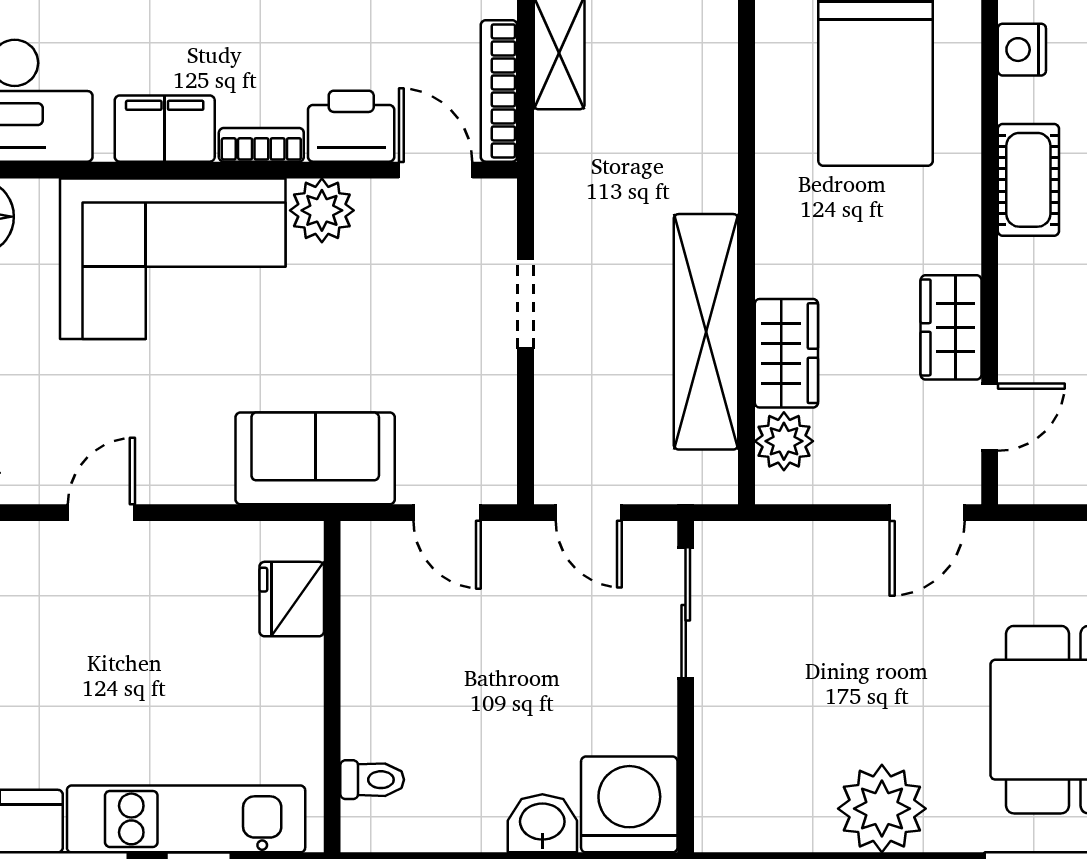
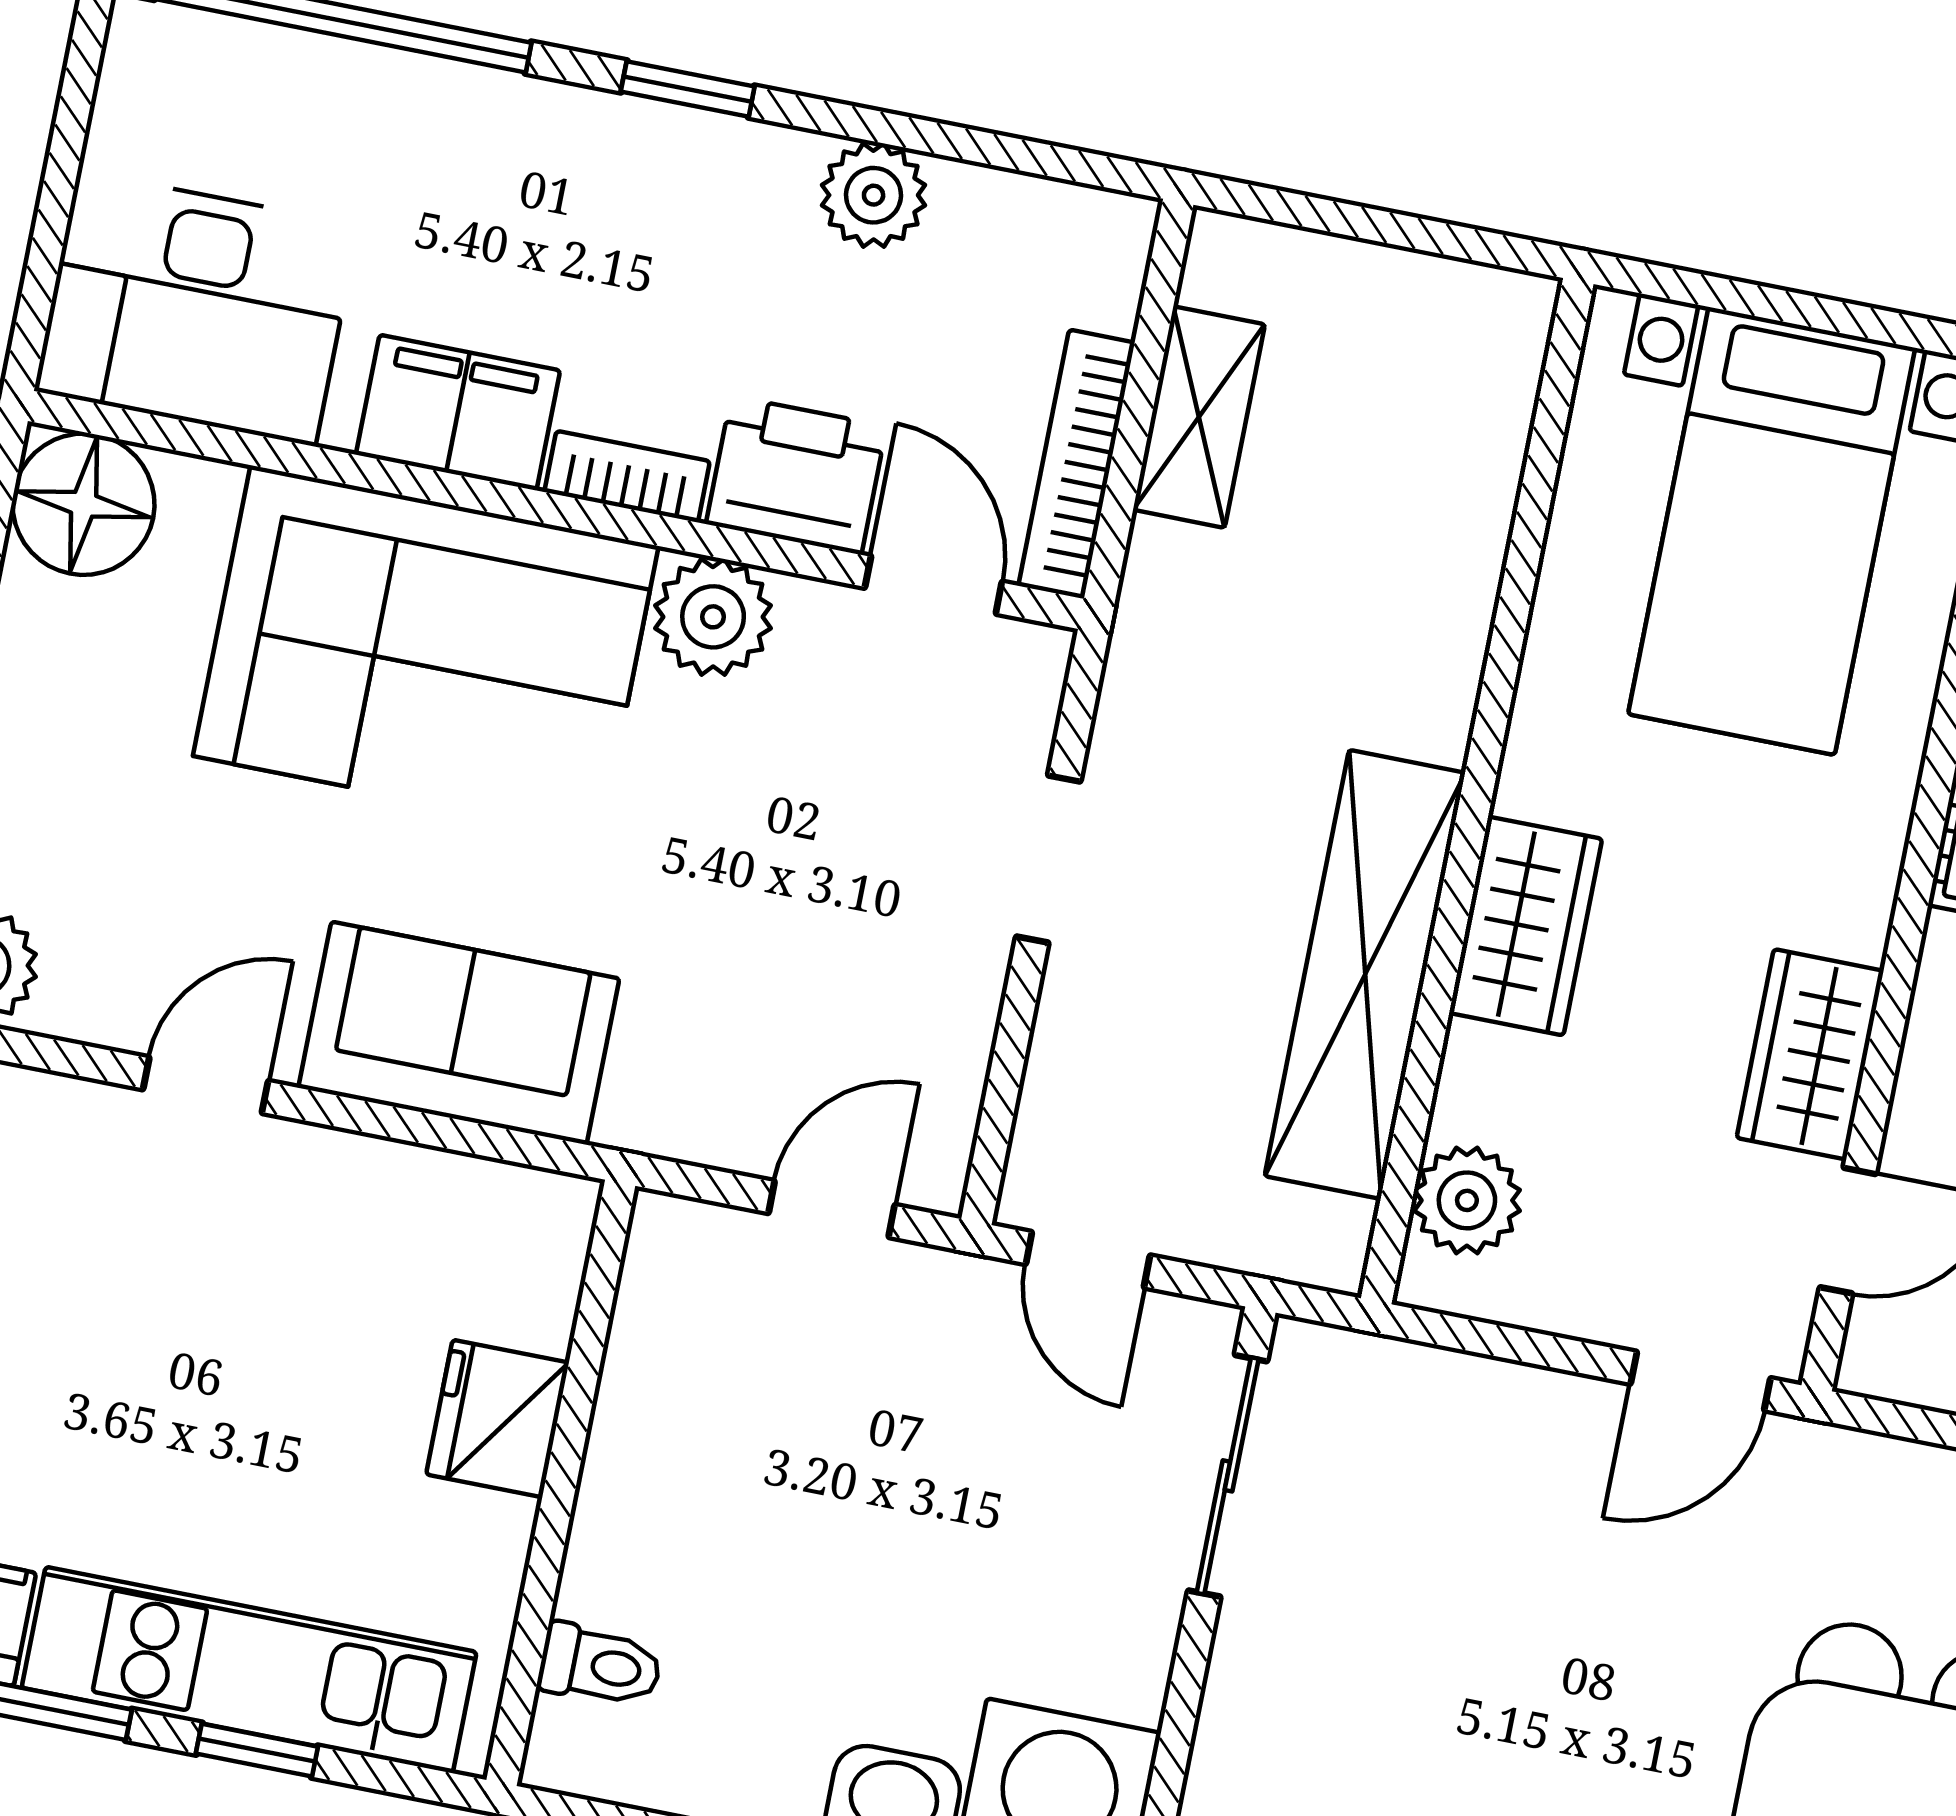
wardrobe: (786, 353) -> (1526, 926), moved
sofa: (315, 458) -> (459, 1033), moved
door: (447, 513) -> (832, 1209), swing flipped
fridge: (292, 599) -> (498, 1419), moved

